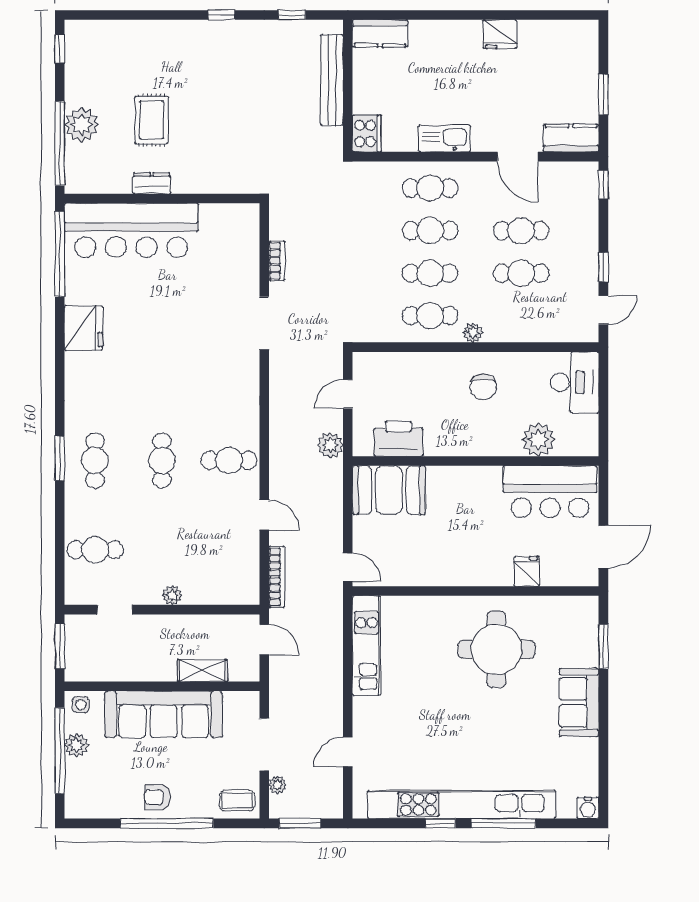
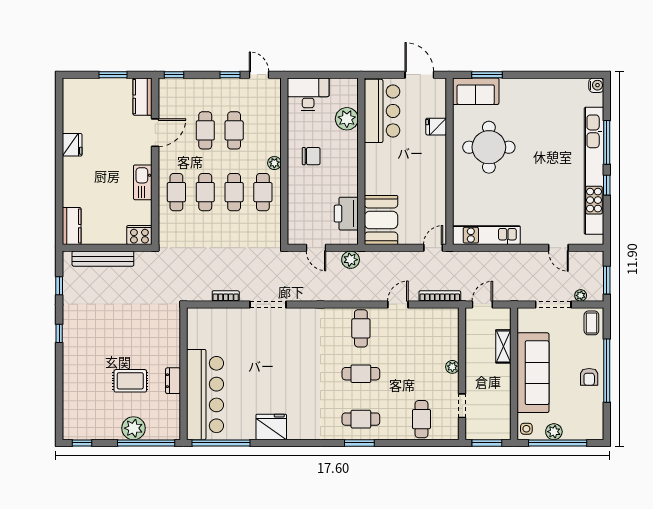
sofa: (579, 702) -> (476, 91), moved

